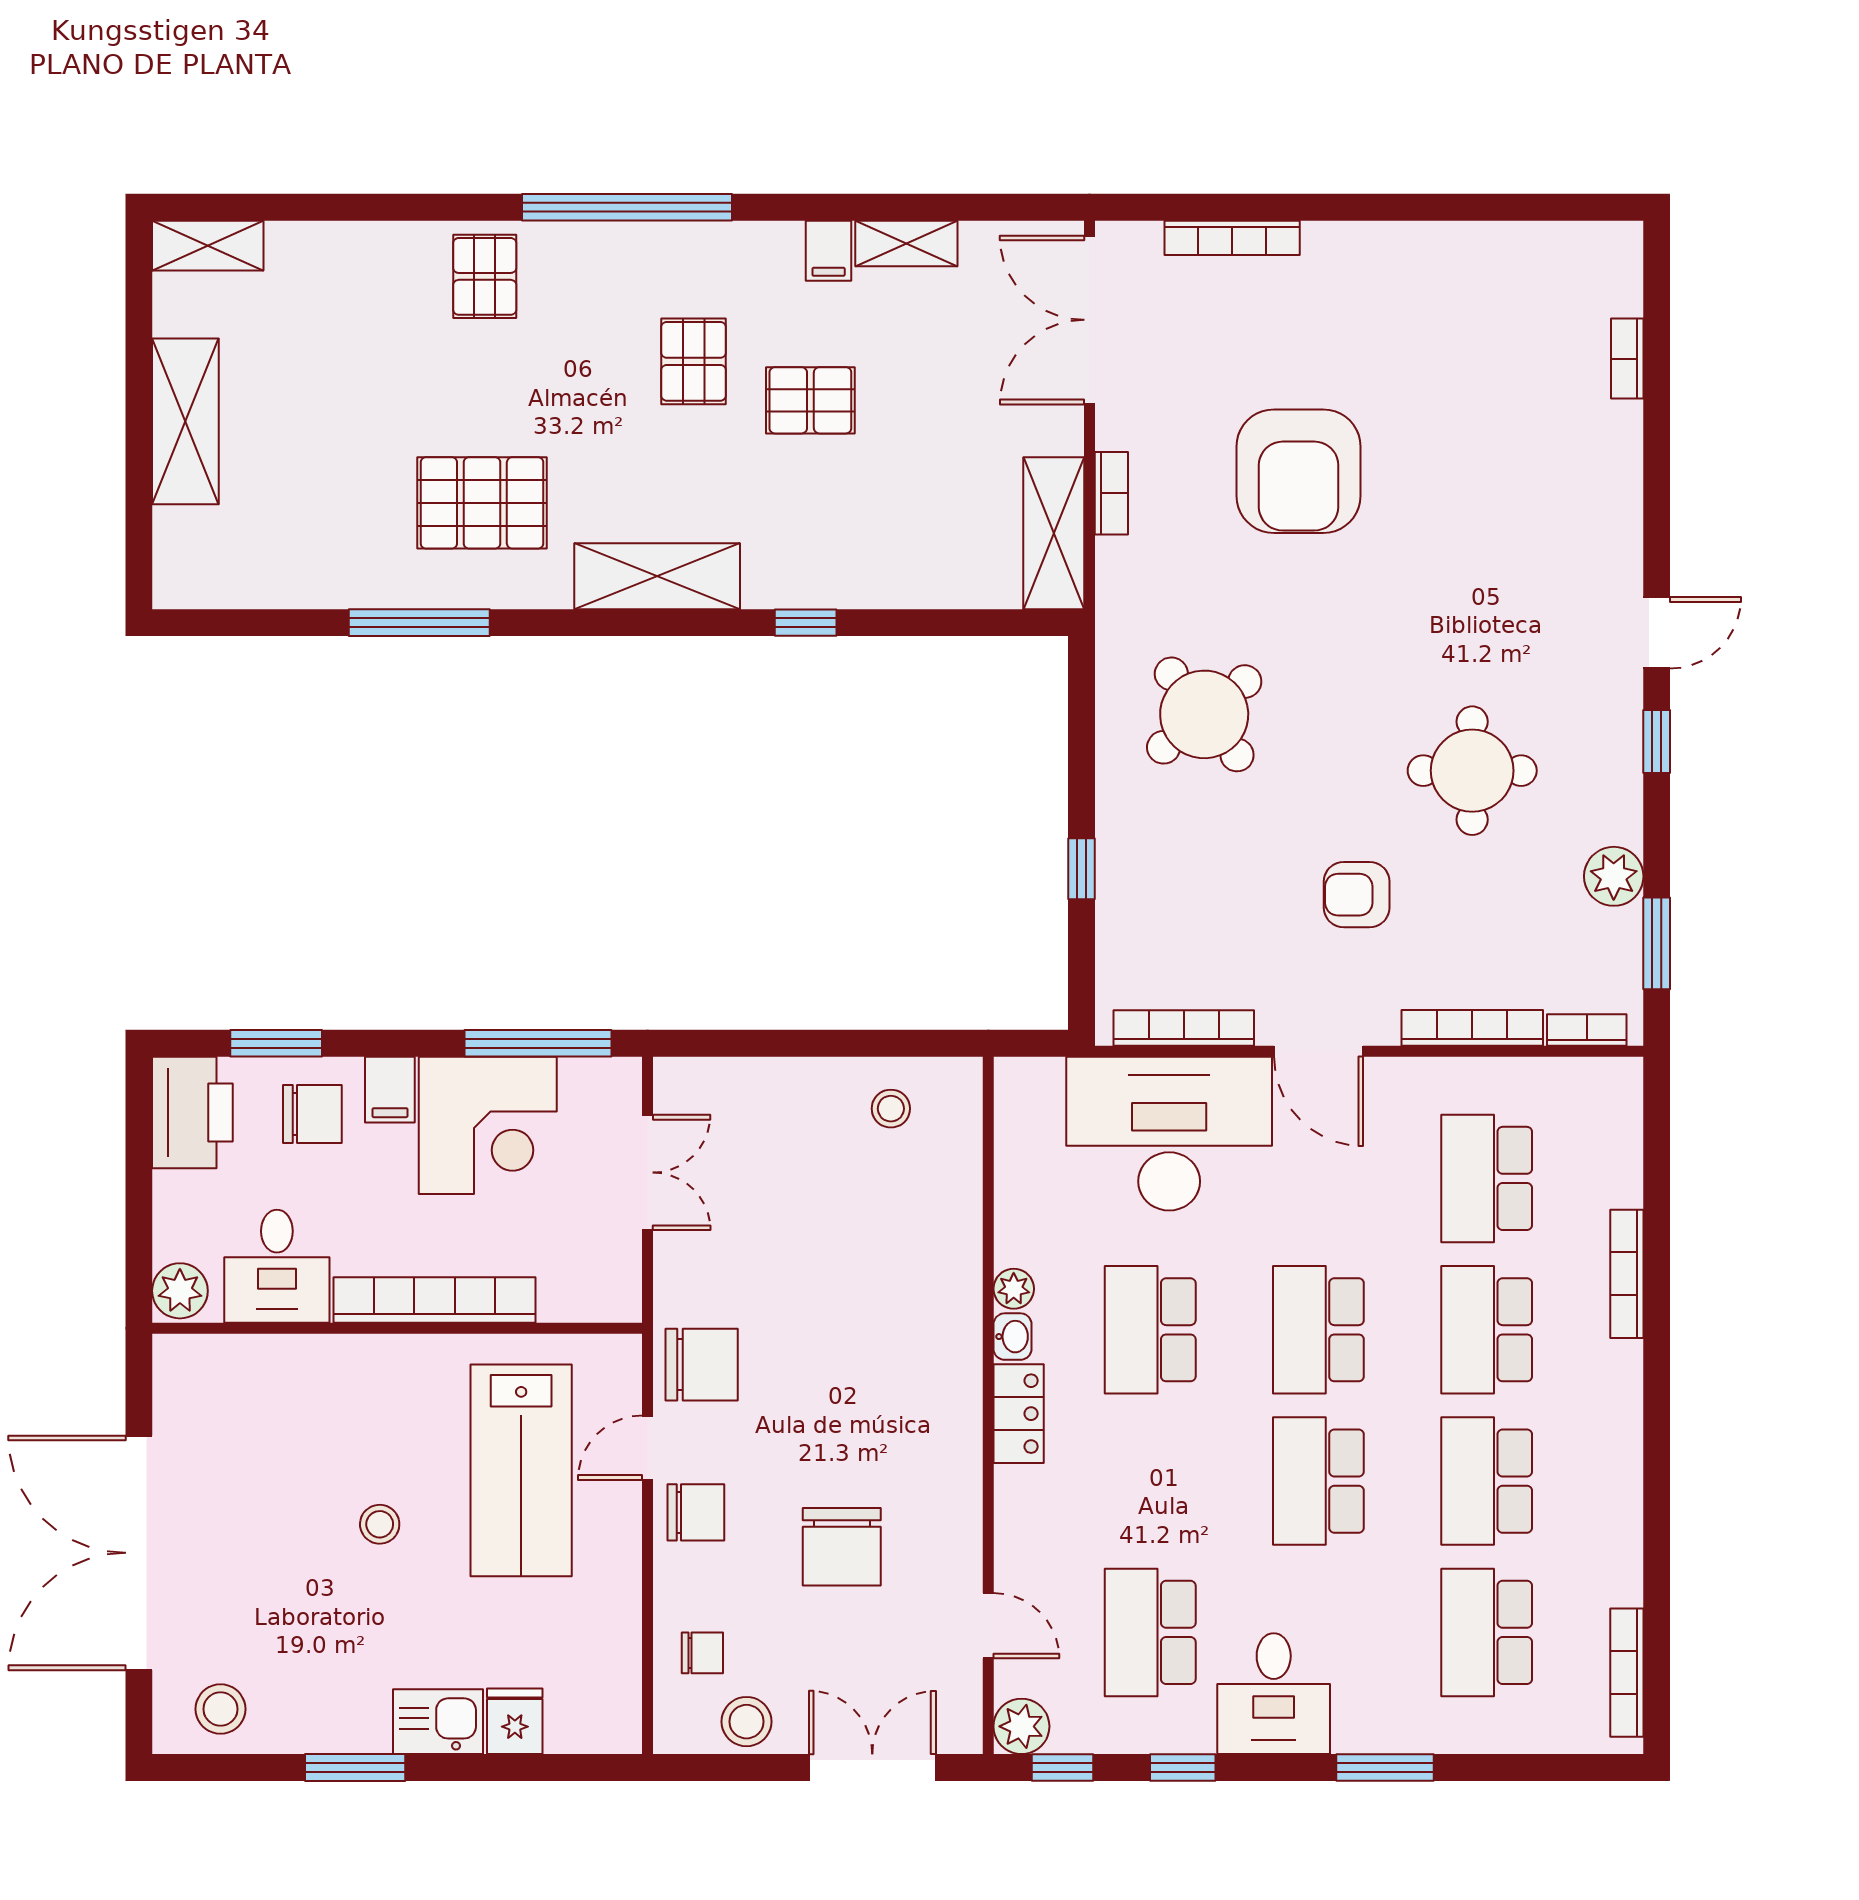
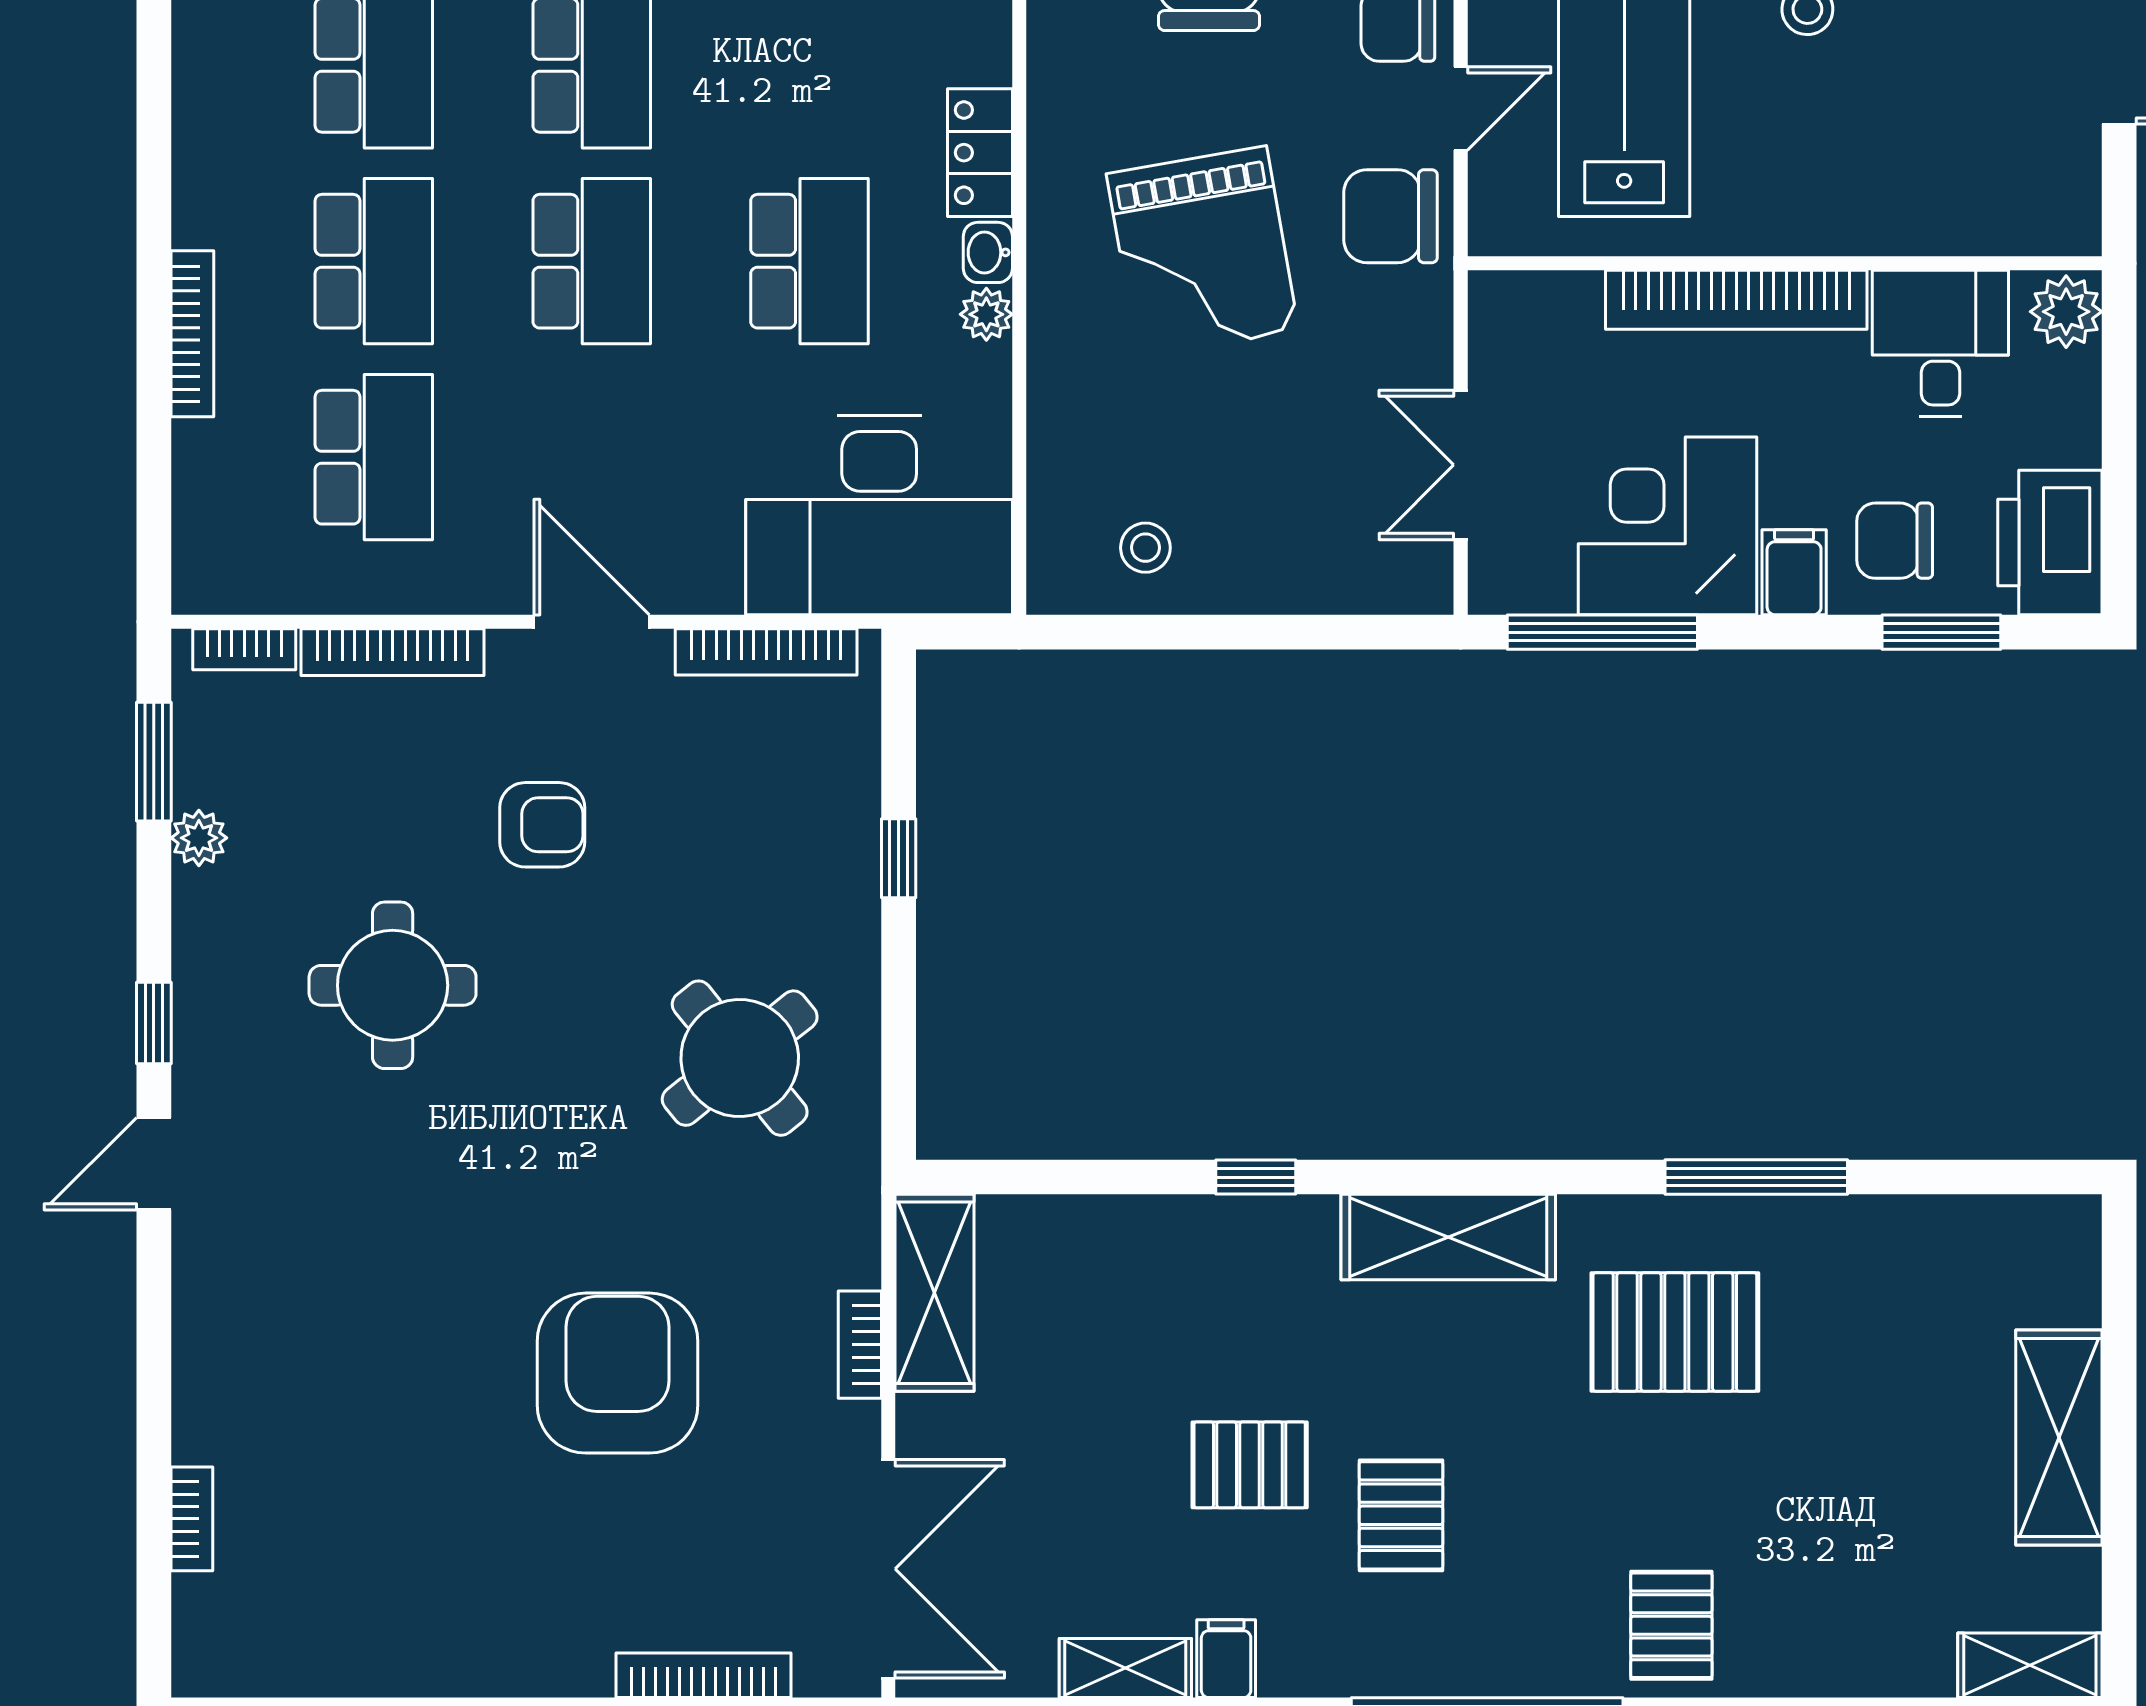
plant: (1614, 876) -> (199, 838), width x0.73, depth x0.73
desk: (1169, 1134) -> (879, 515), moved
grand piano: (847, 1337) -> (1203, 252), added

